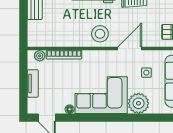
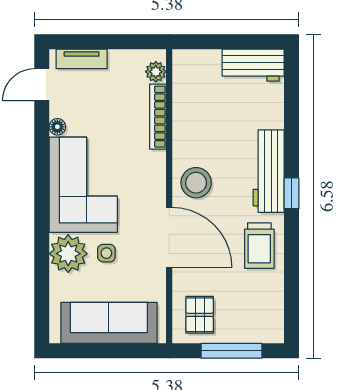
door: (130, 48) -> (169, 237), width x1.36
side table: (146, 73) -> (106, 253), moved
tv unit: (33, 83) -> (82, 59), moved

